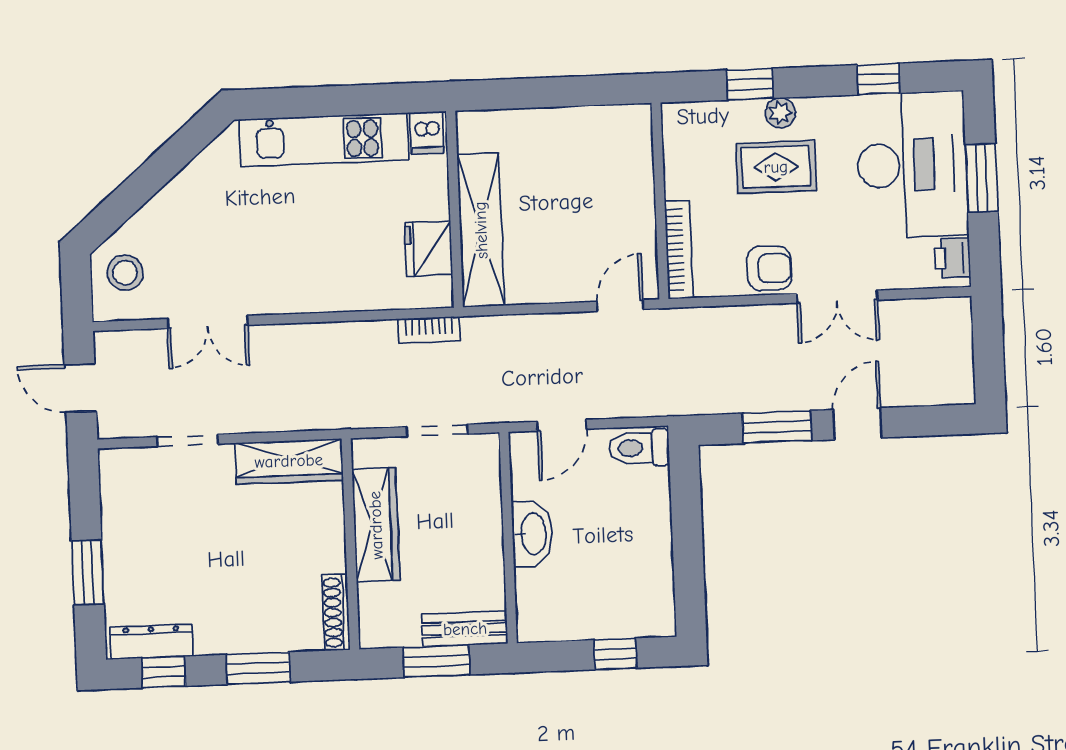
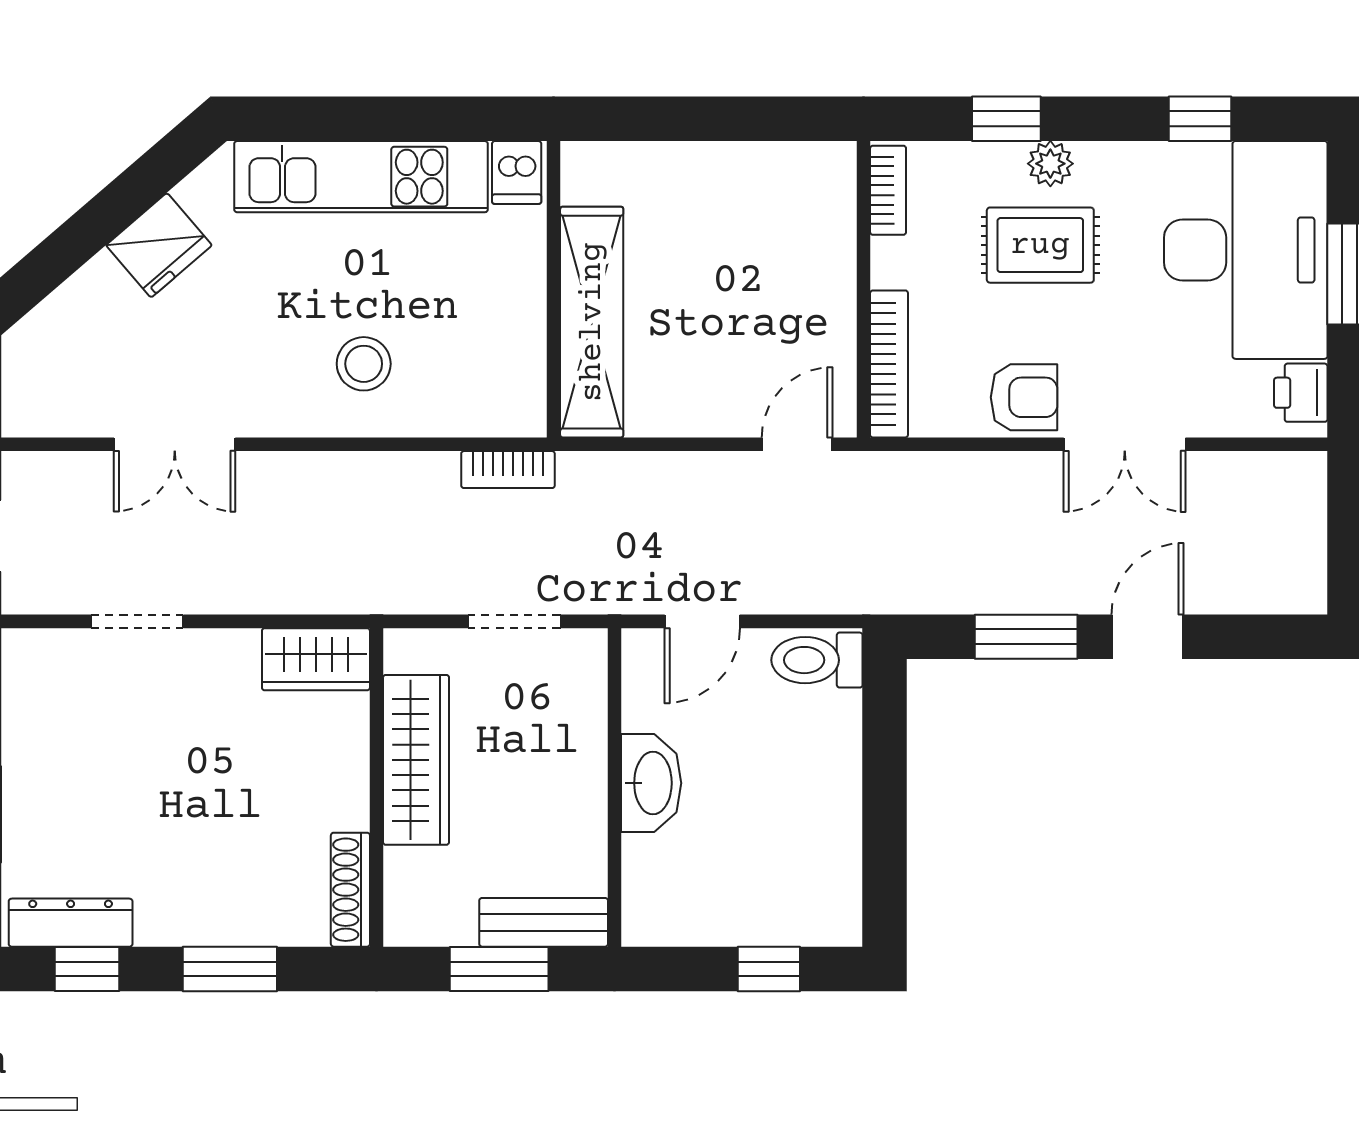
bookcase: (674, 135) -> (888, 190), added
fridge: (429, 249) -> (159, 245), moved, turned -131
stool: (125, 273) -> (364, 364), moved
wardrobe: (289, 461) -> (316, 659), width x0.67

